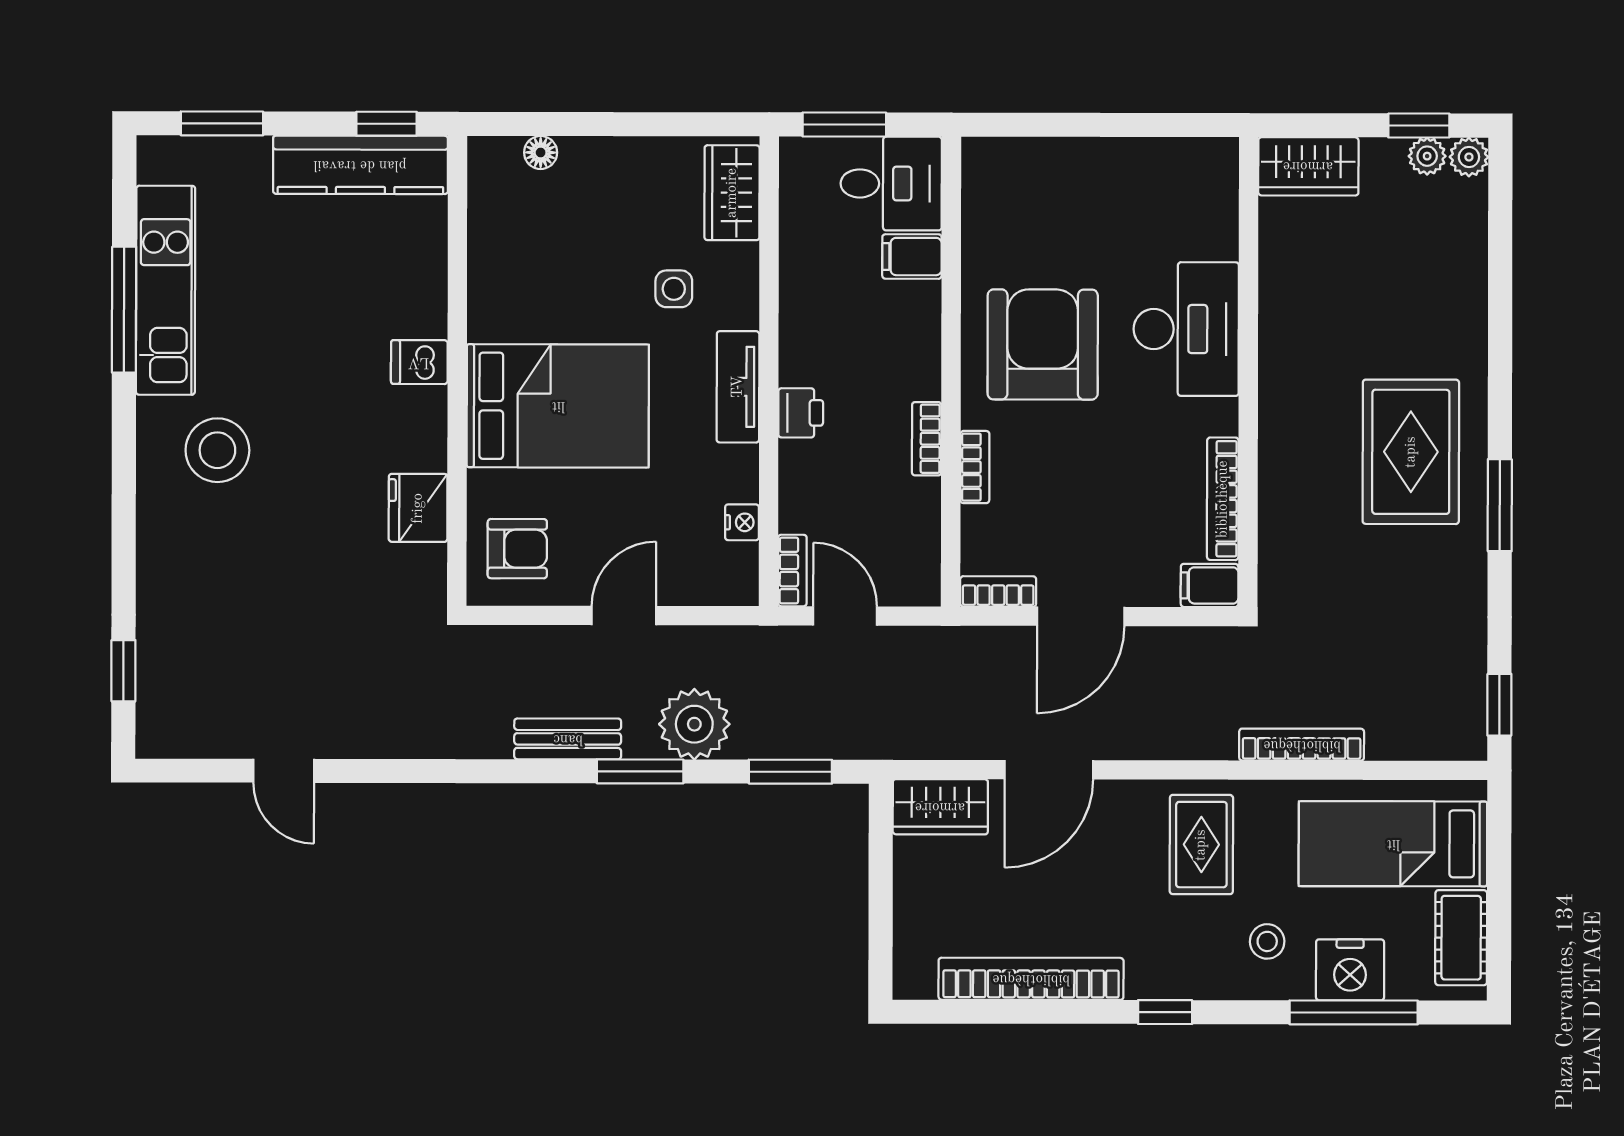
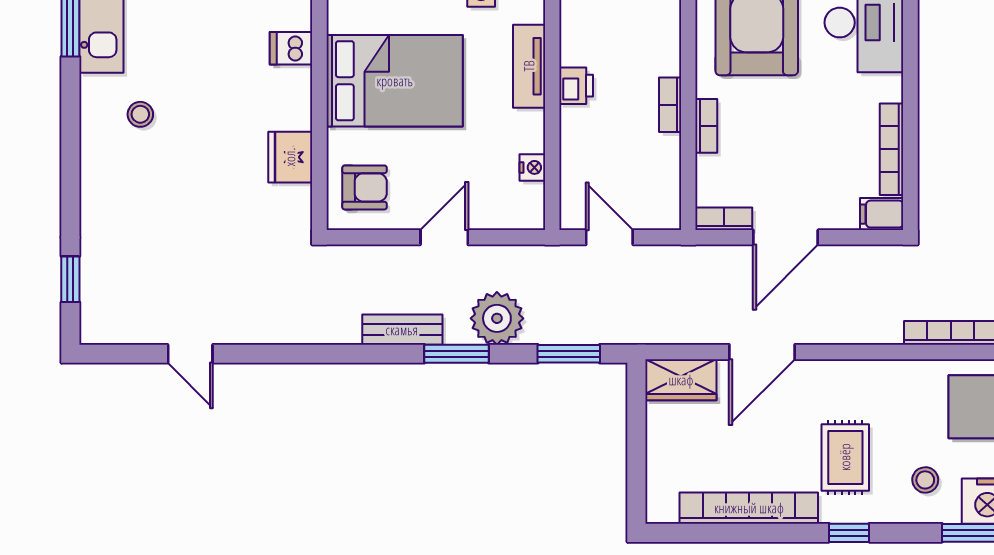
stool: (217, 450) -> (140, 114), width x0.53, depth x0.53
bookcase: (792, 571) -> (570, 203), removed
rug: (1201, 845) -> (845, 457), moved

